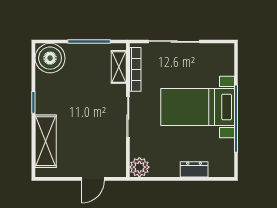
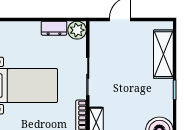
dresser: (194, 169) -> (54, 28), moved

